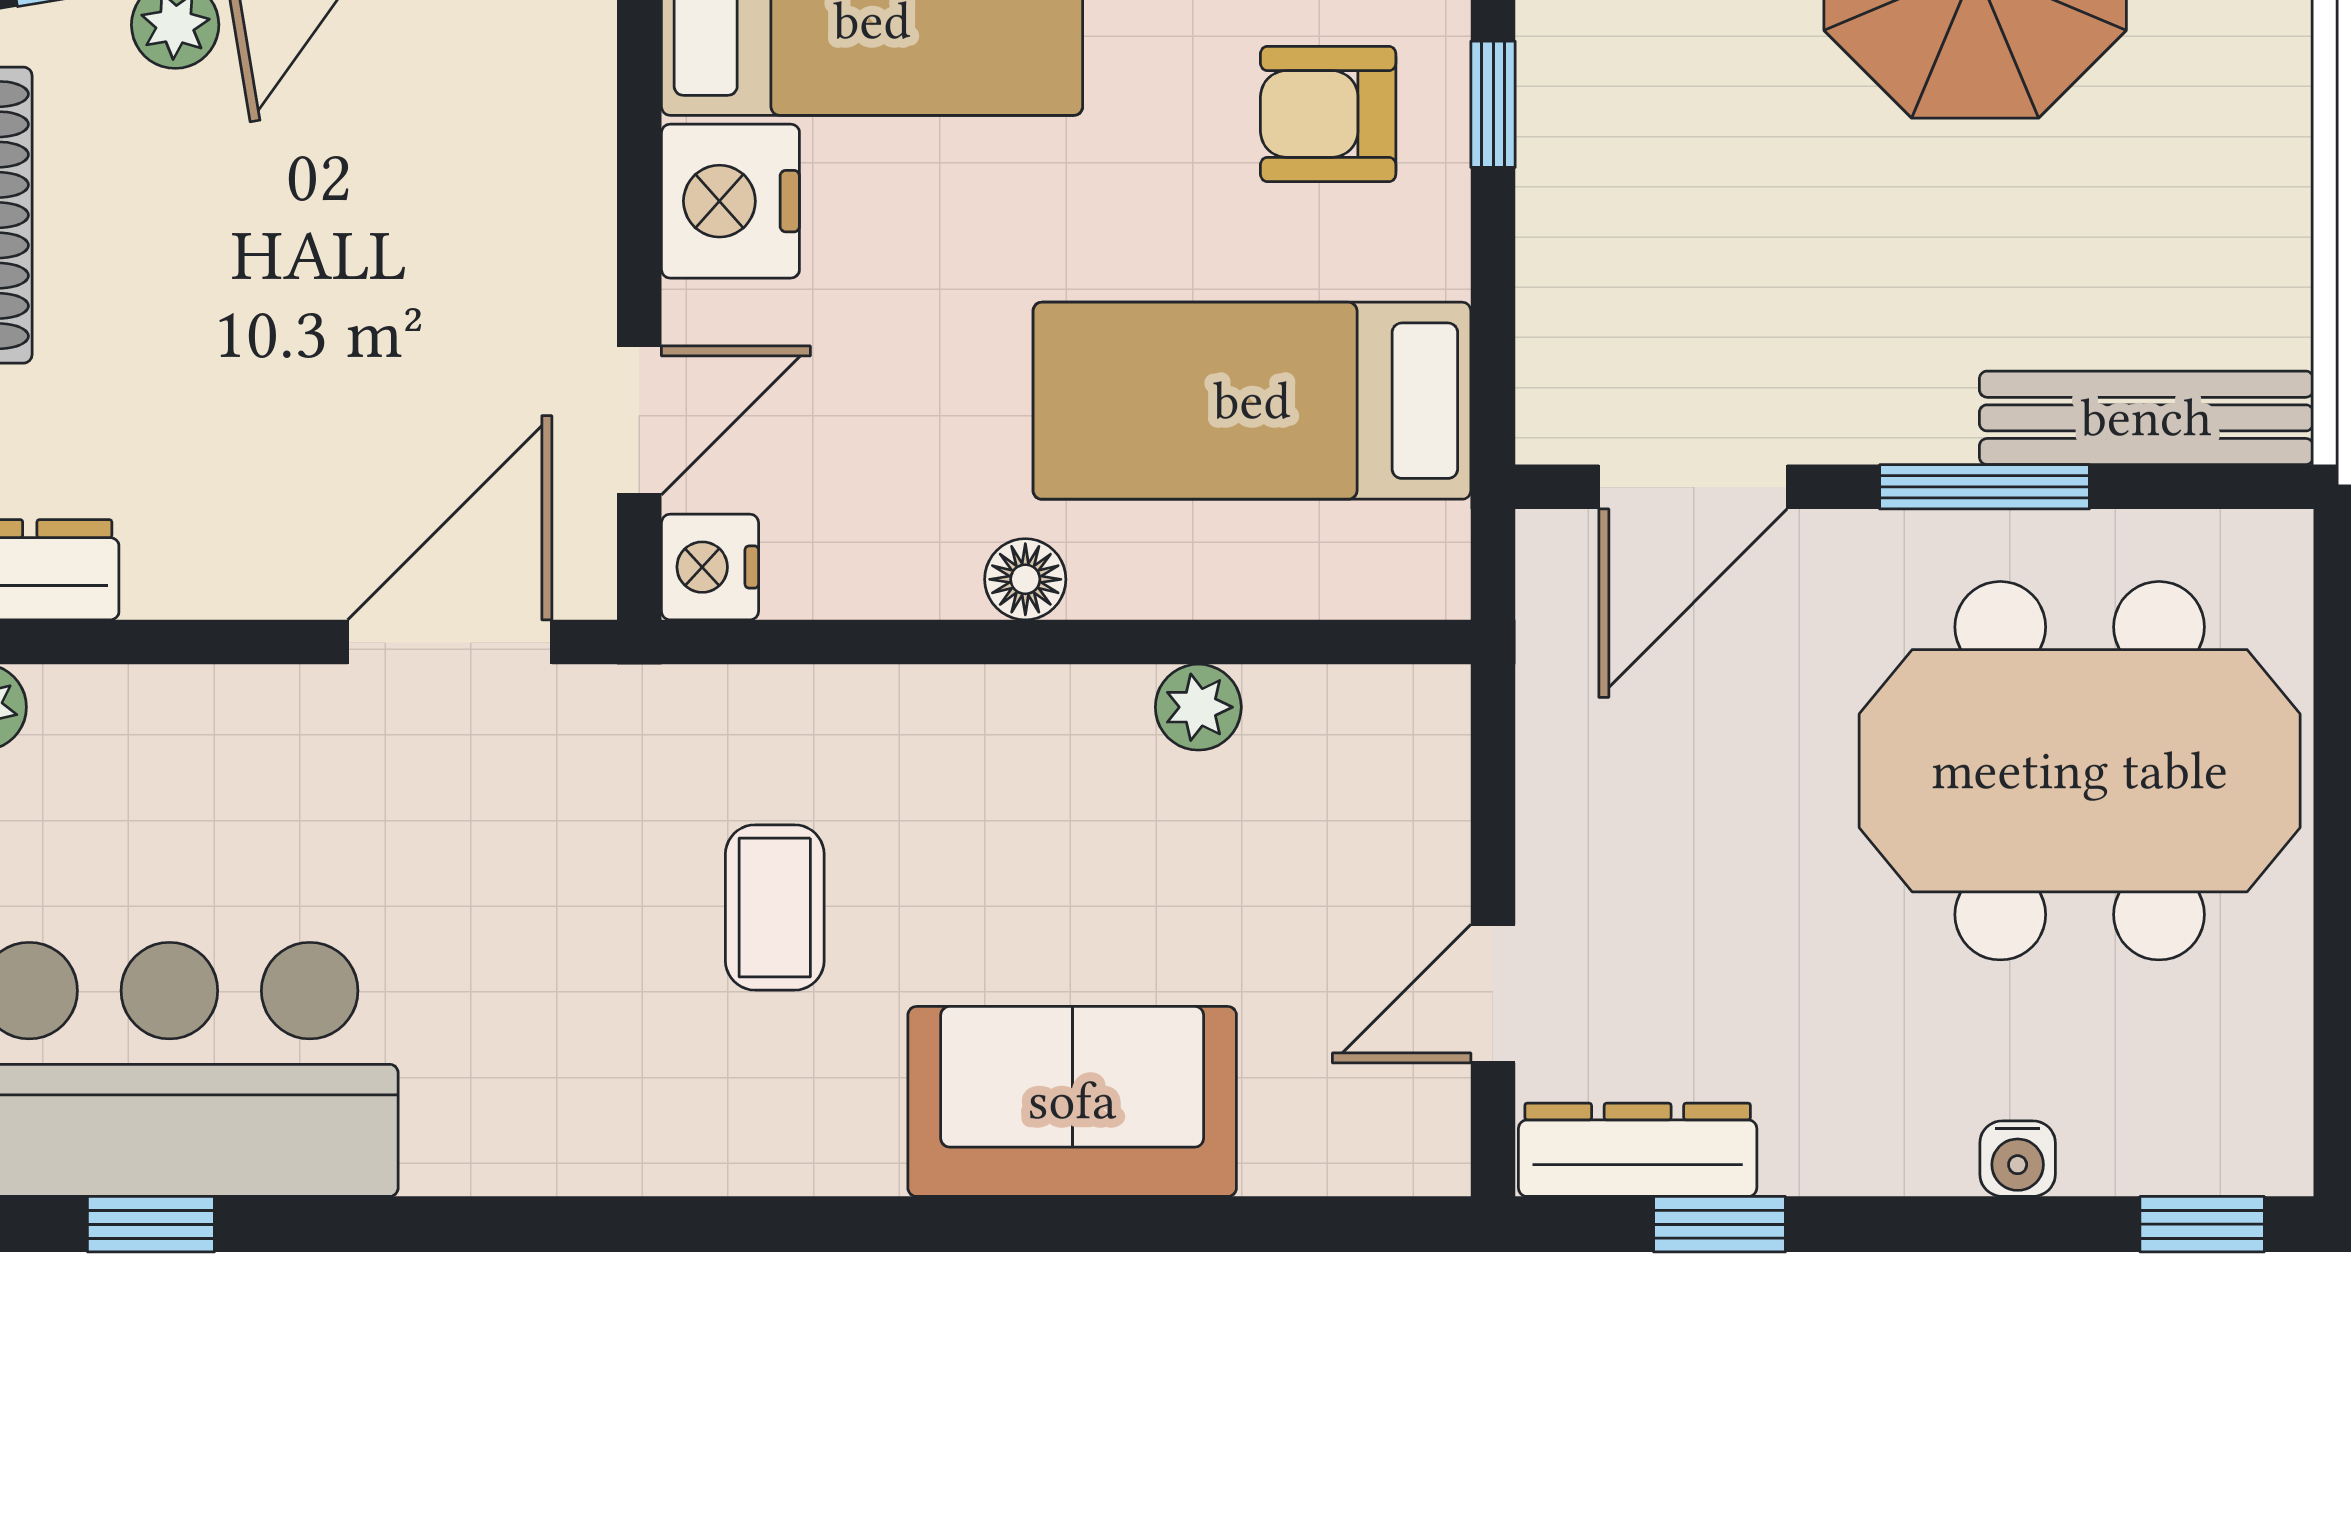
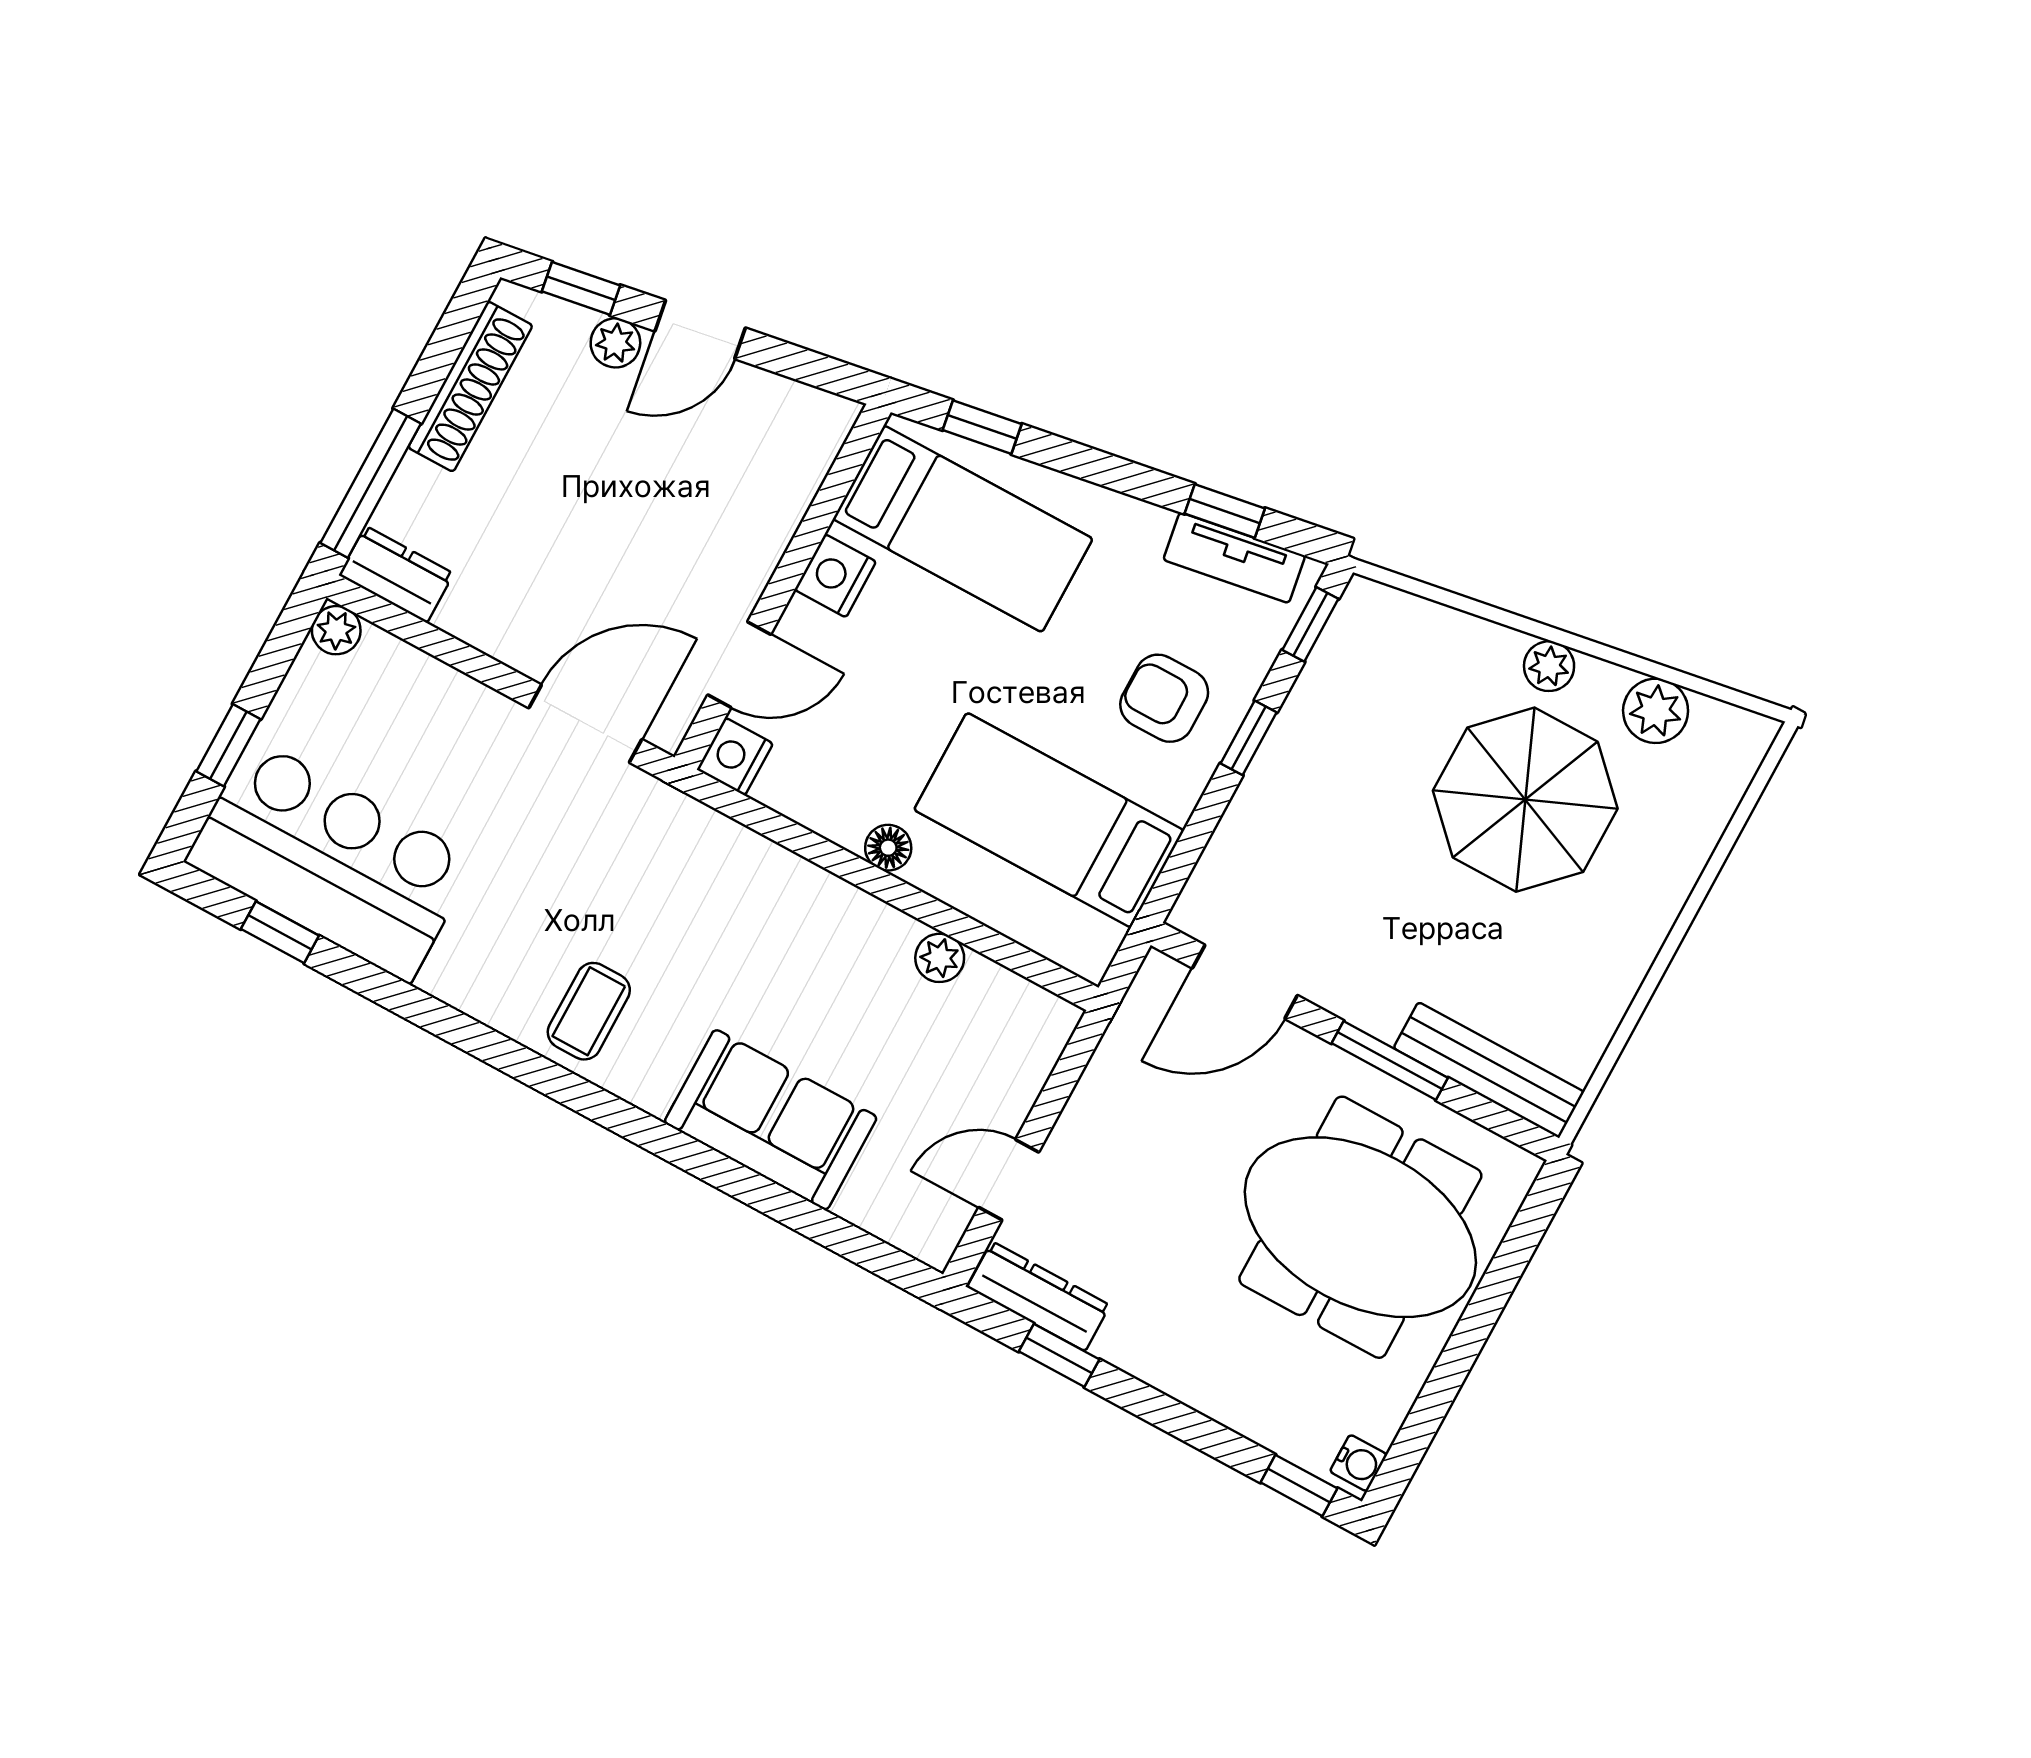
nightstand: (730, 201) -> (835, 576), width x0.74, depth x0.75
coffee table: (775, 907) -> (589, 1011), moved
water cooler: (2018, 1159) -> (1358, 1463), moved, turned -90

